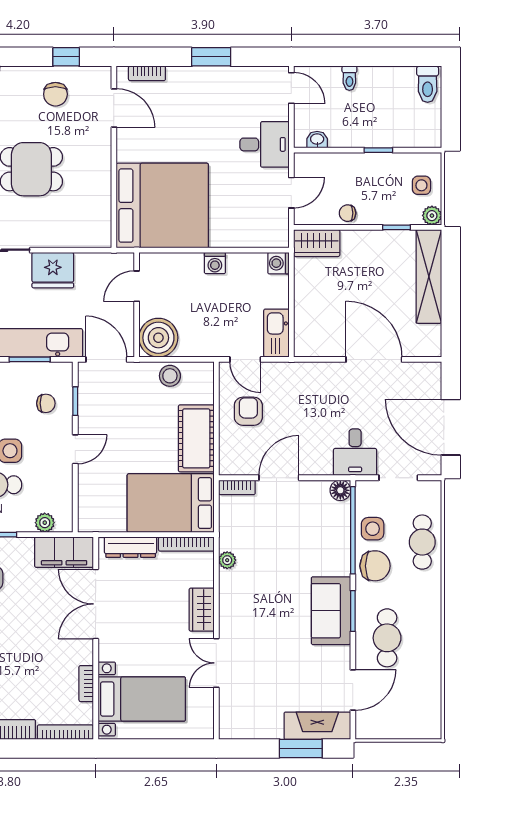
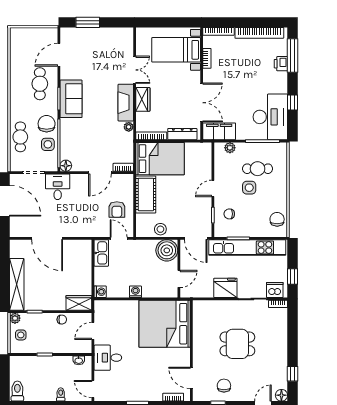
chair: (375, 566) -> (47, 124), turned 90
fireplace: (317, 726) -> (126, 103), moved, turned 90

